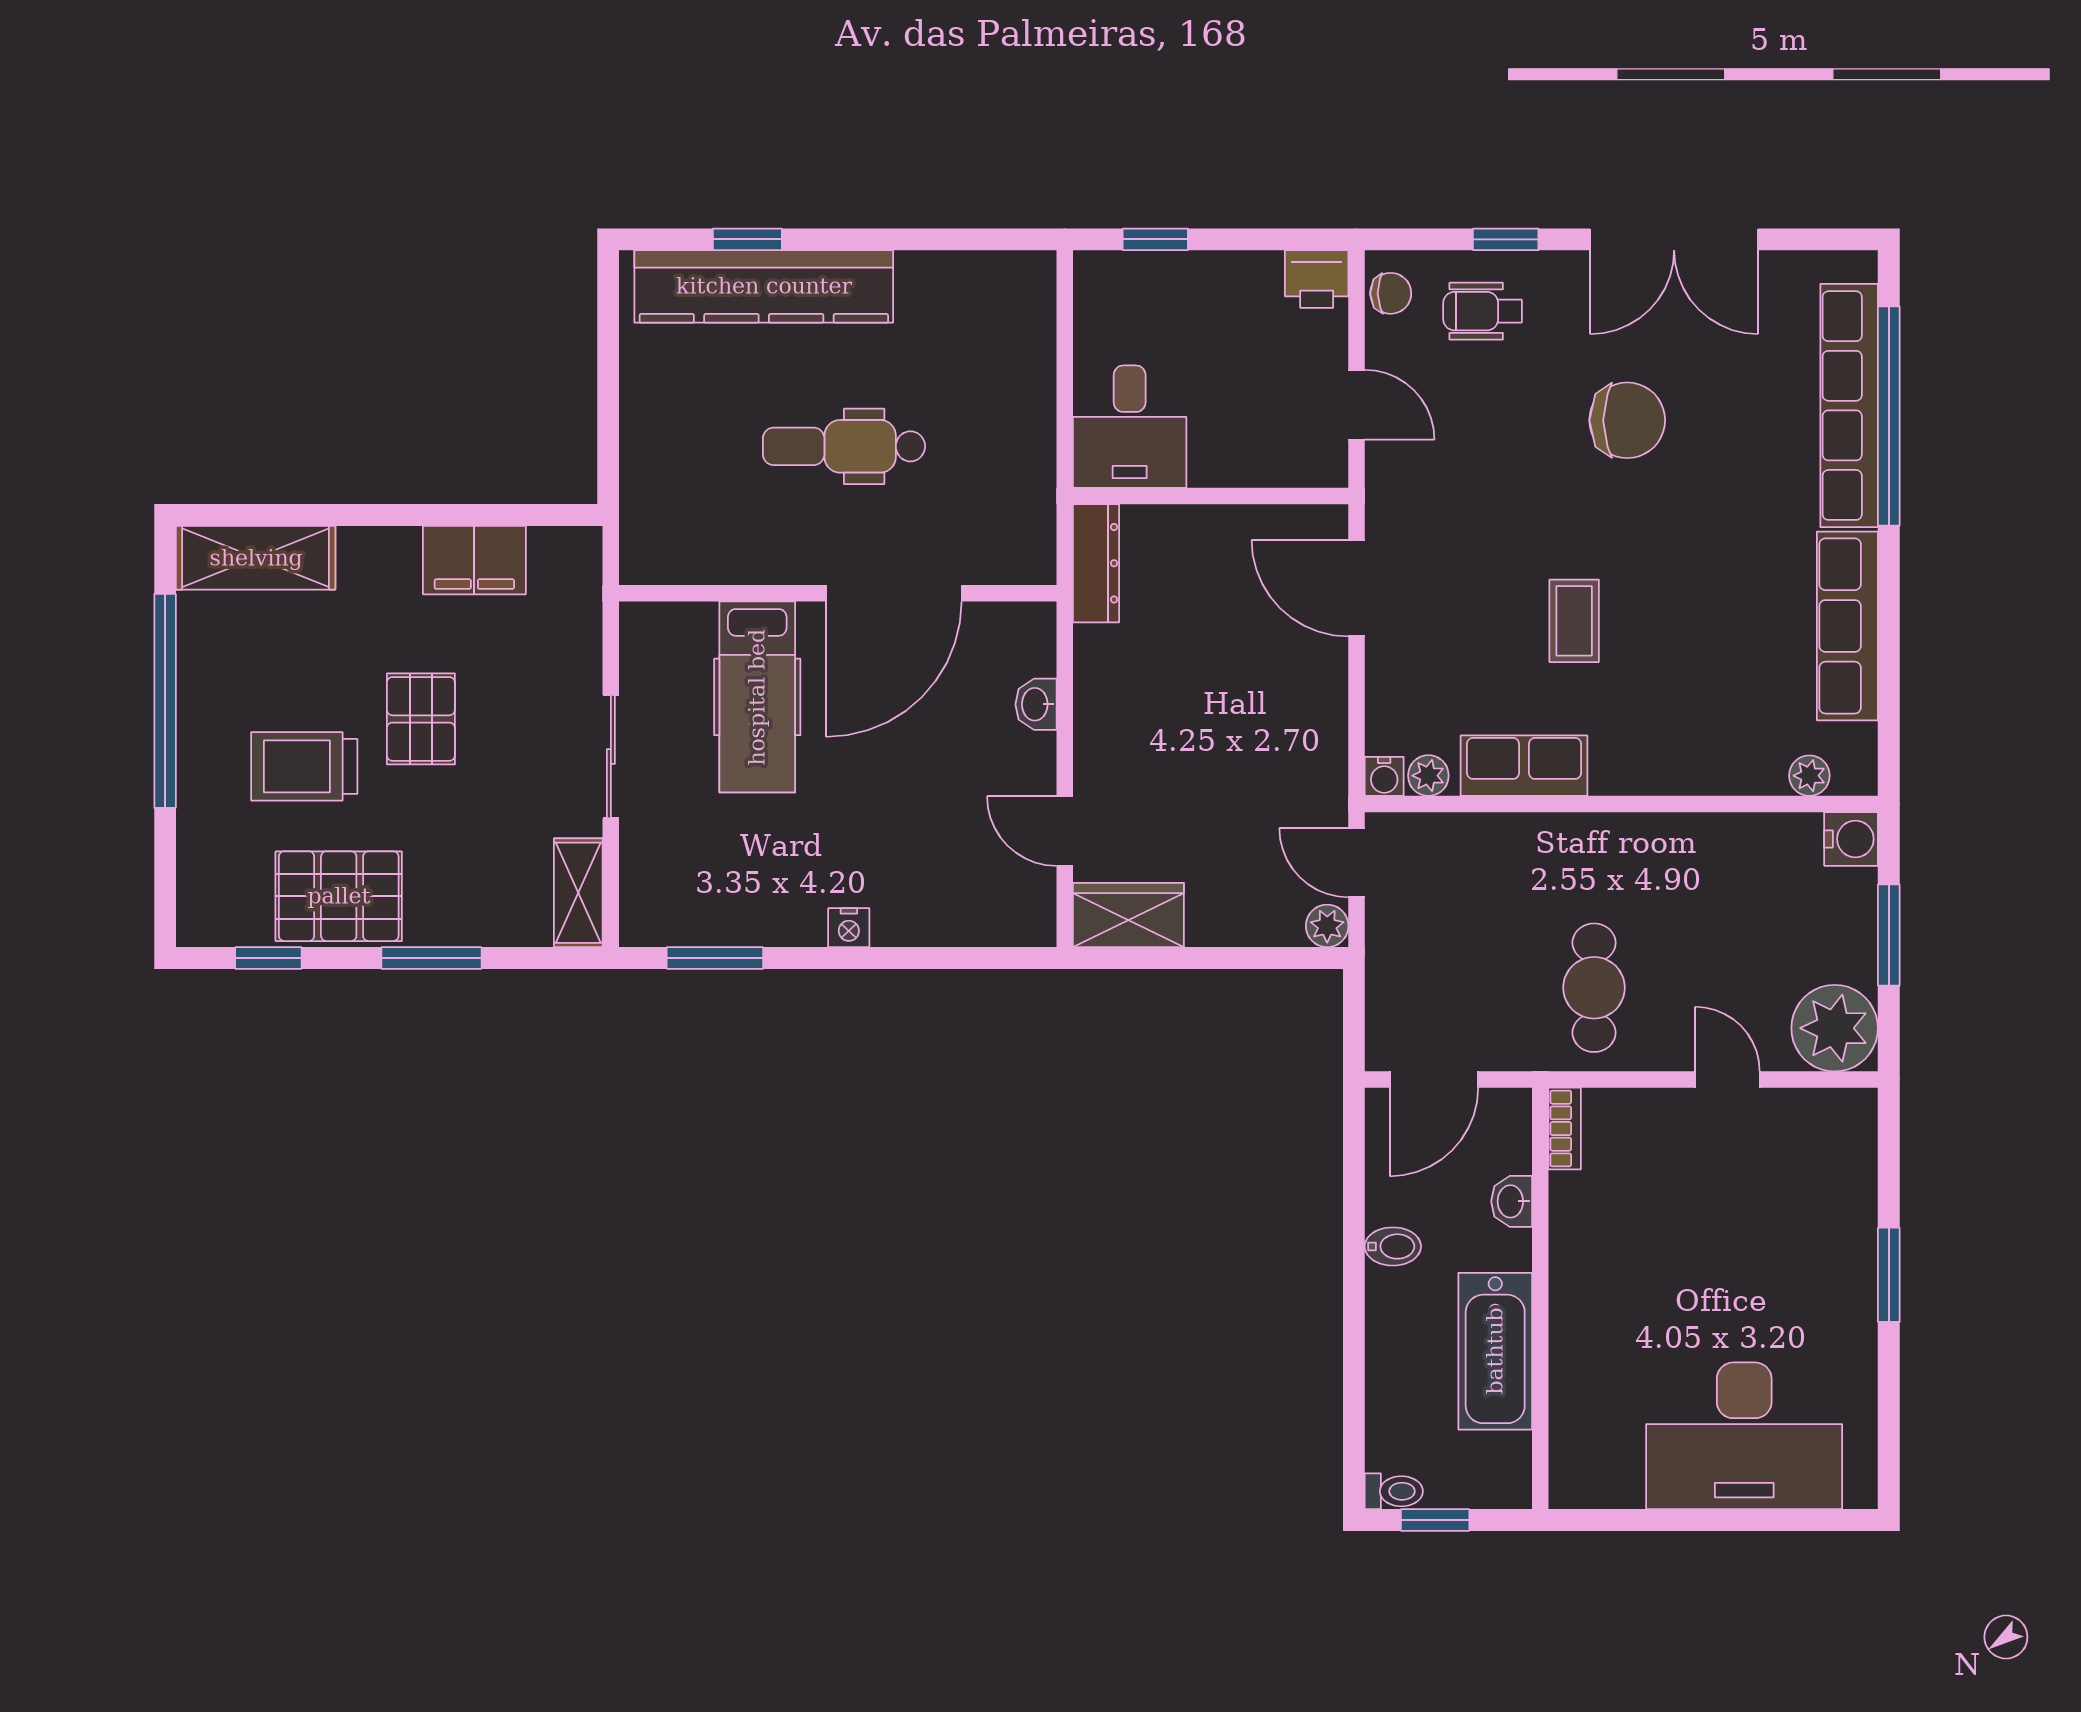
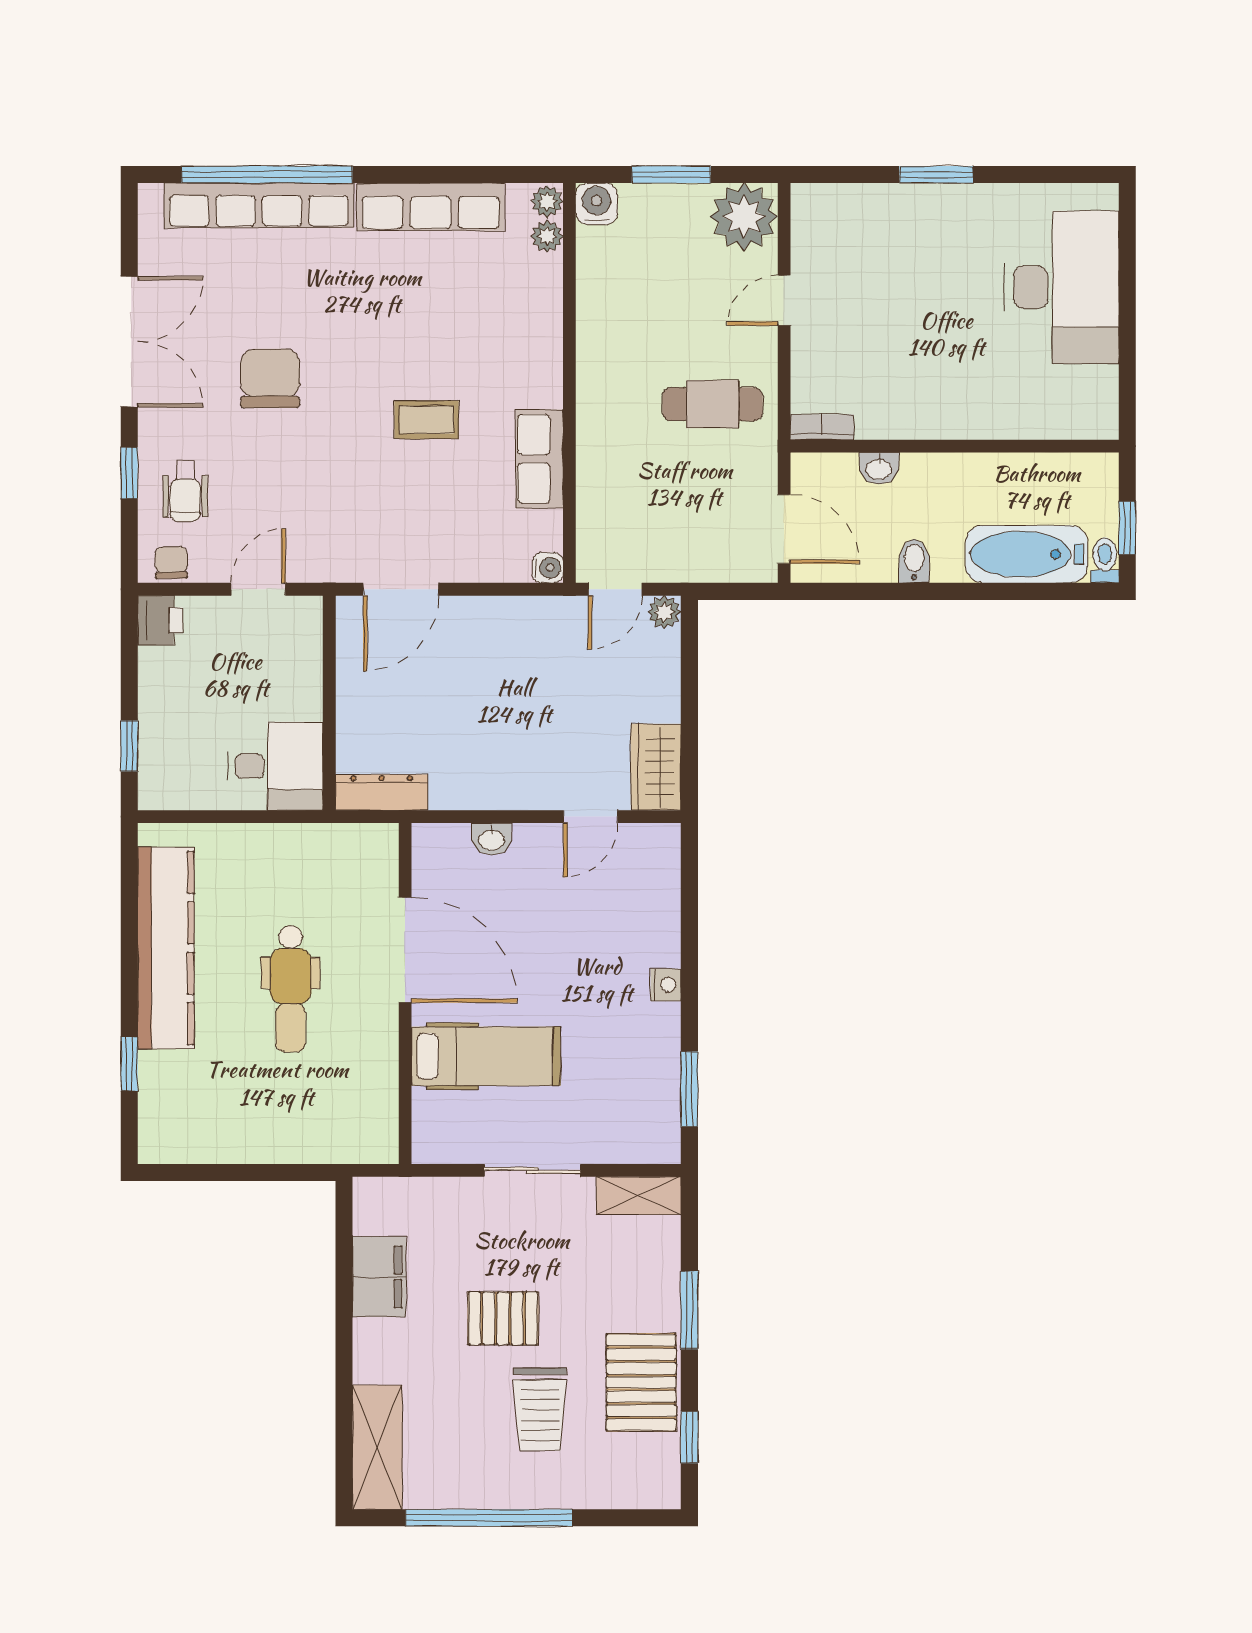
kitchen counter: (764, 286) -> (166, 948), moved
plant: (1428, 776) -> (547, 201), moved
bathtub: (1495, 1351) -> (1026, 554), moved, turned 180

